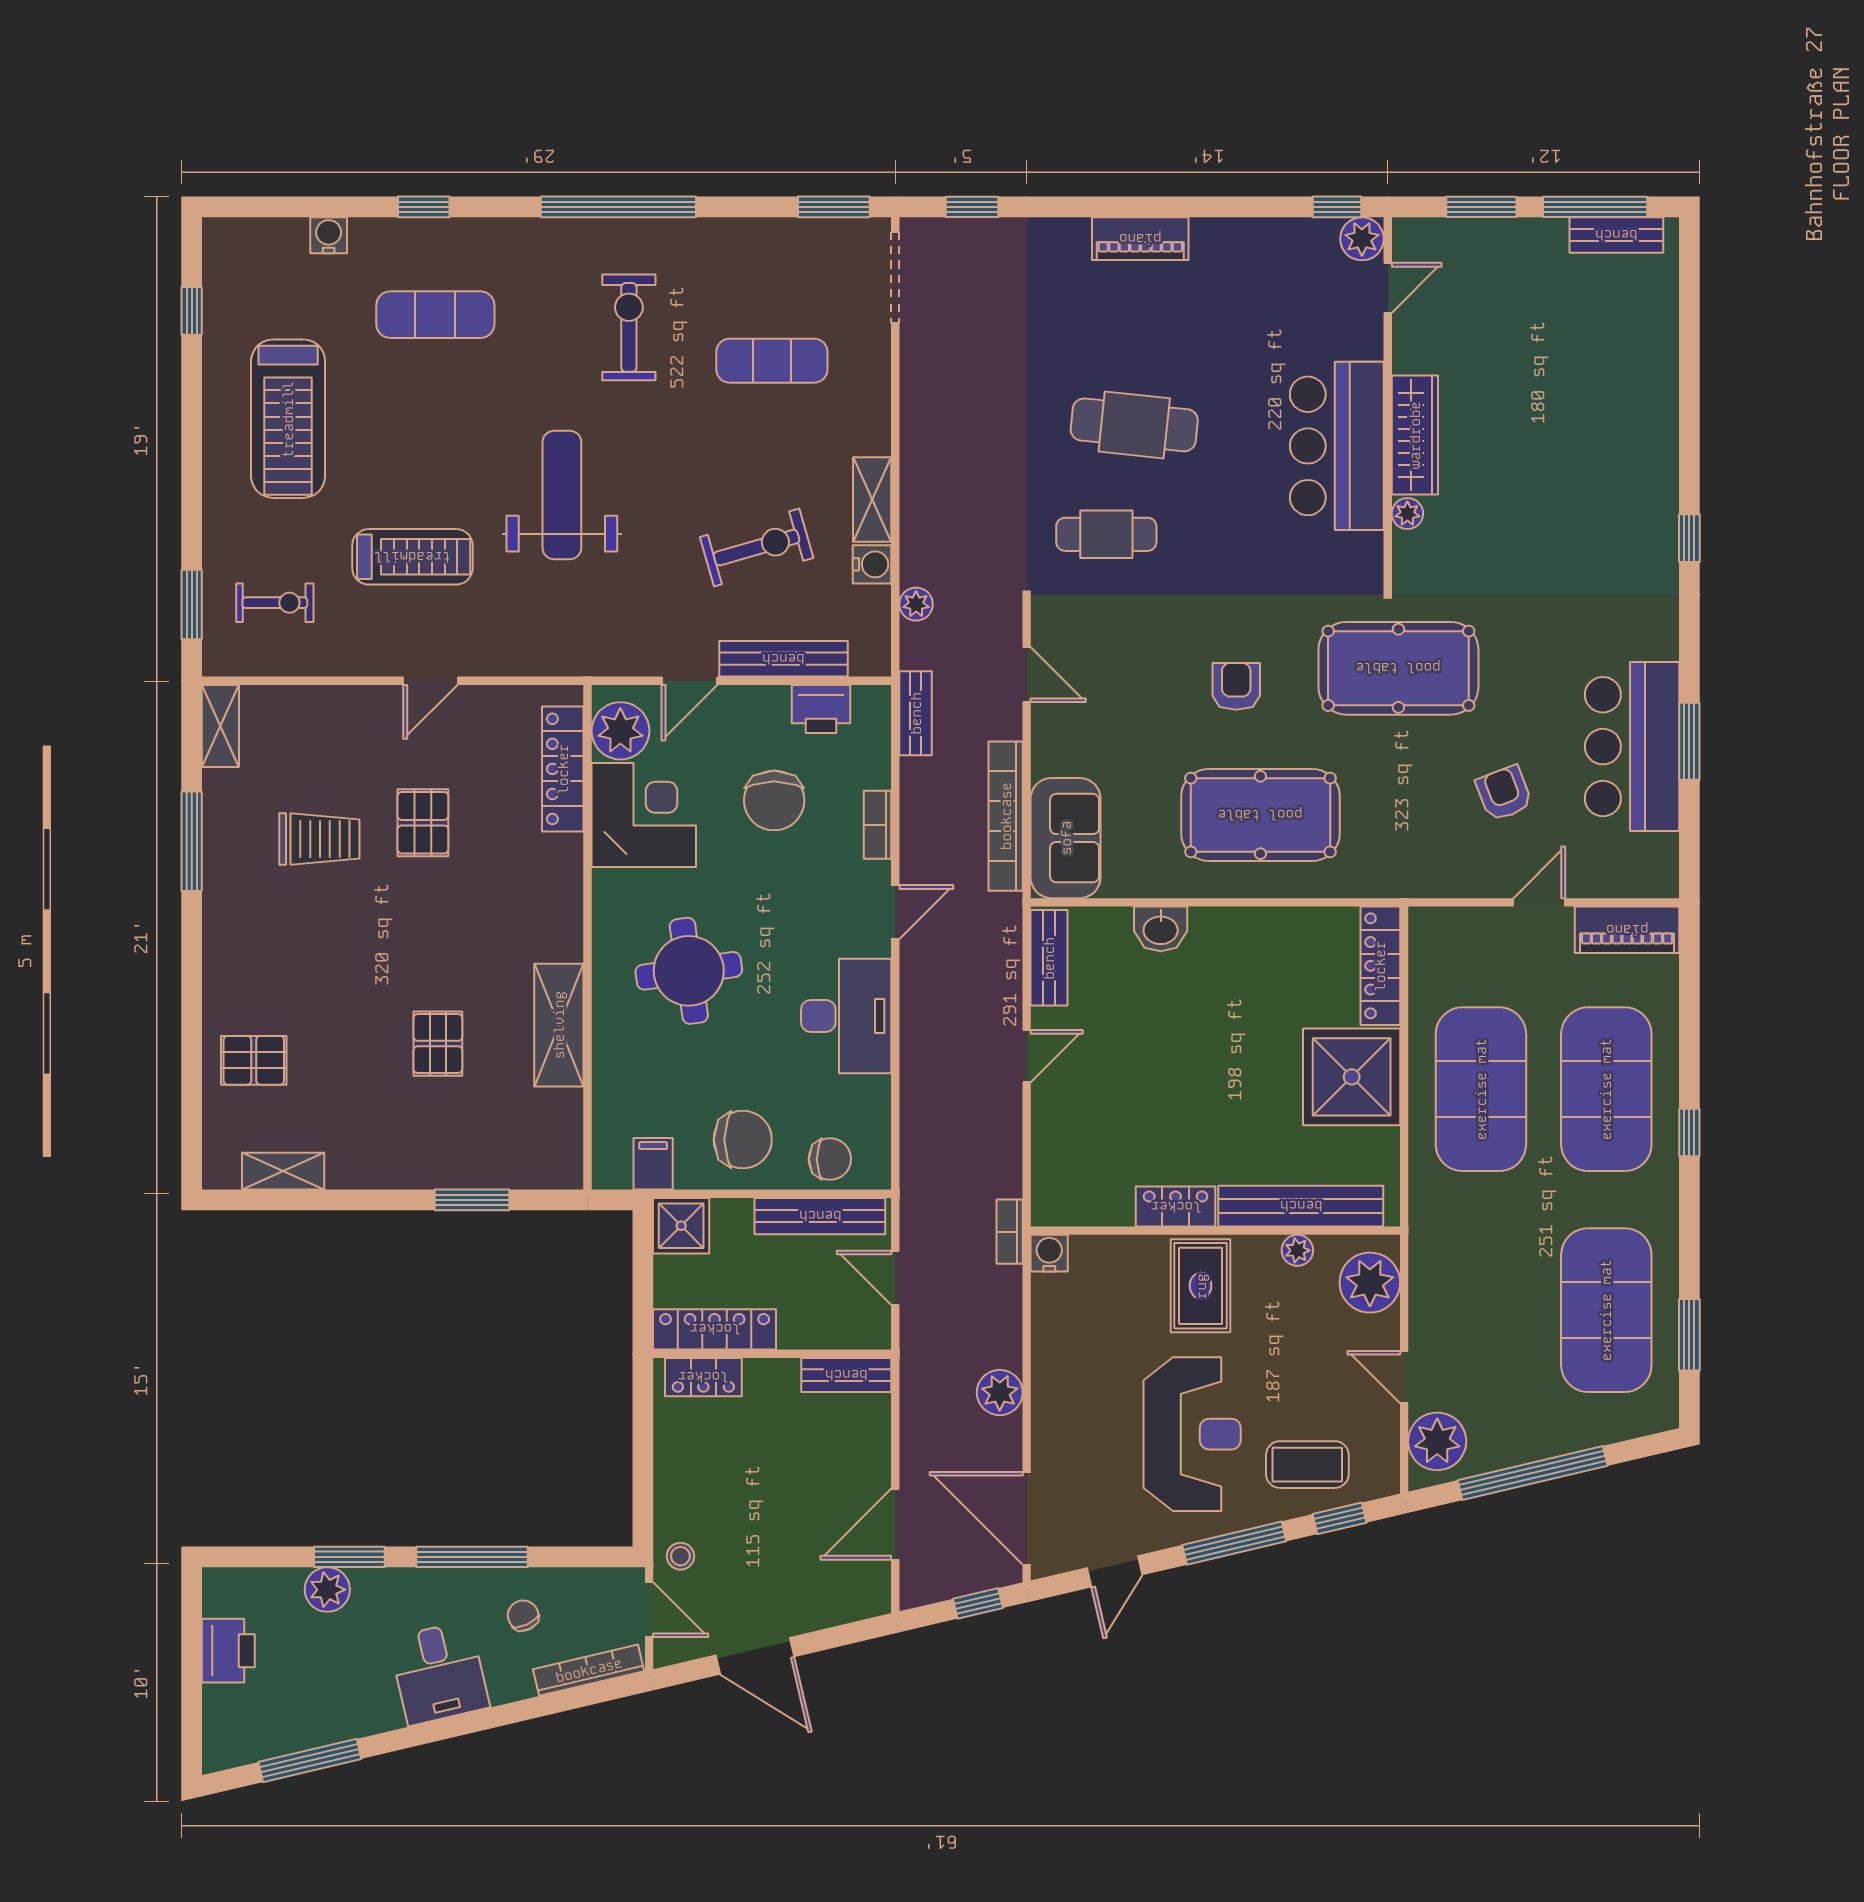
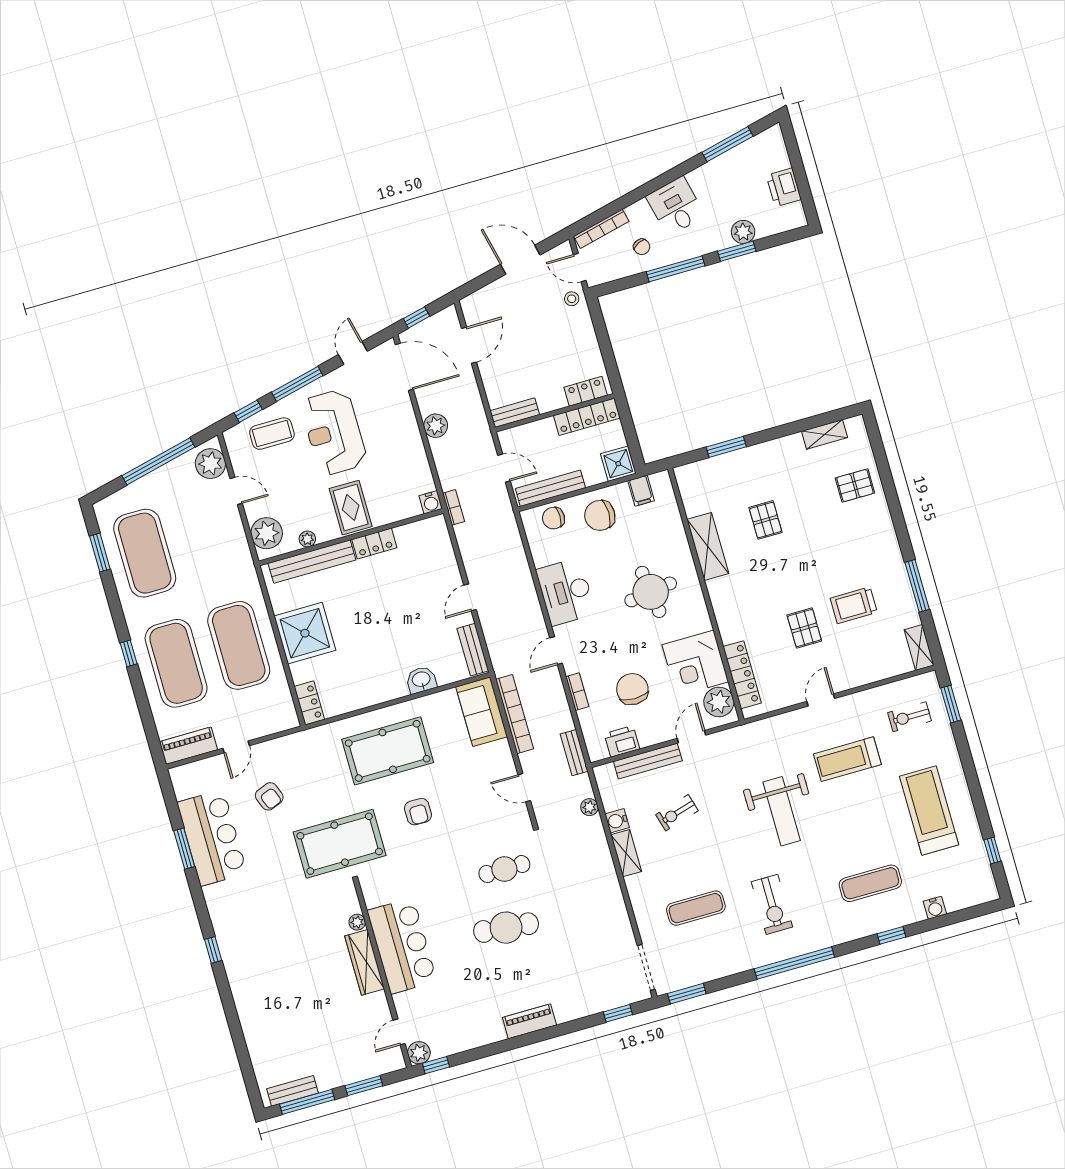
exercise bike: (757, 548) -> (677, 813), width x0.73, depth x0.72
locker: (1380, 966) -> (309, 703), width x0.66

